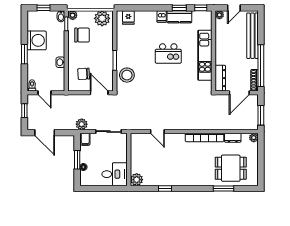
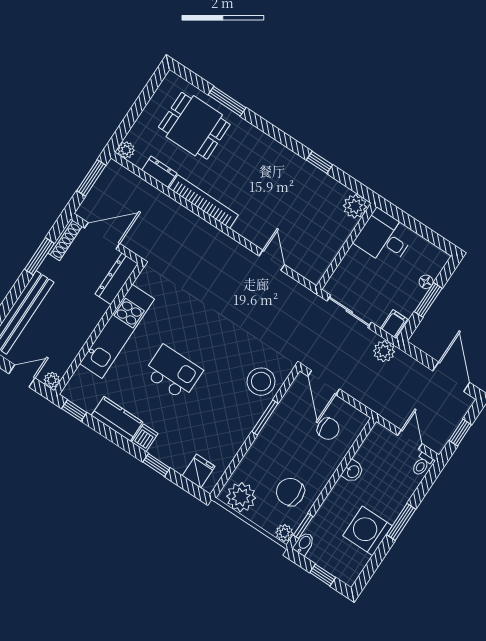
window: (179, 8) -> (156, 465), moved
window: (261, 66) -> (39, 256), width x0.47

